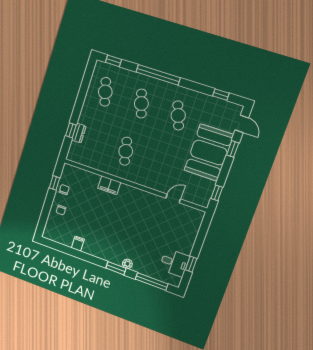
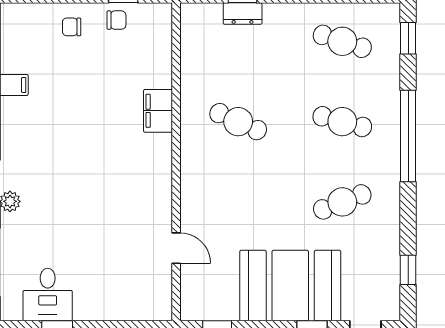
cafe table: (105, 92) -> (342, 41), turned 33
cafe table: (141, 104) -> (342, 122), turned 33
cafe table: (126, 151) -> (238, 122), turned 36

